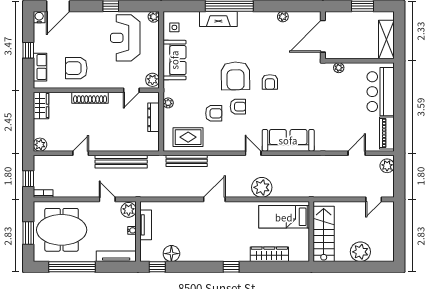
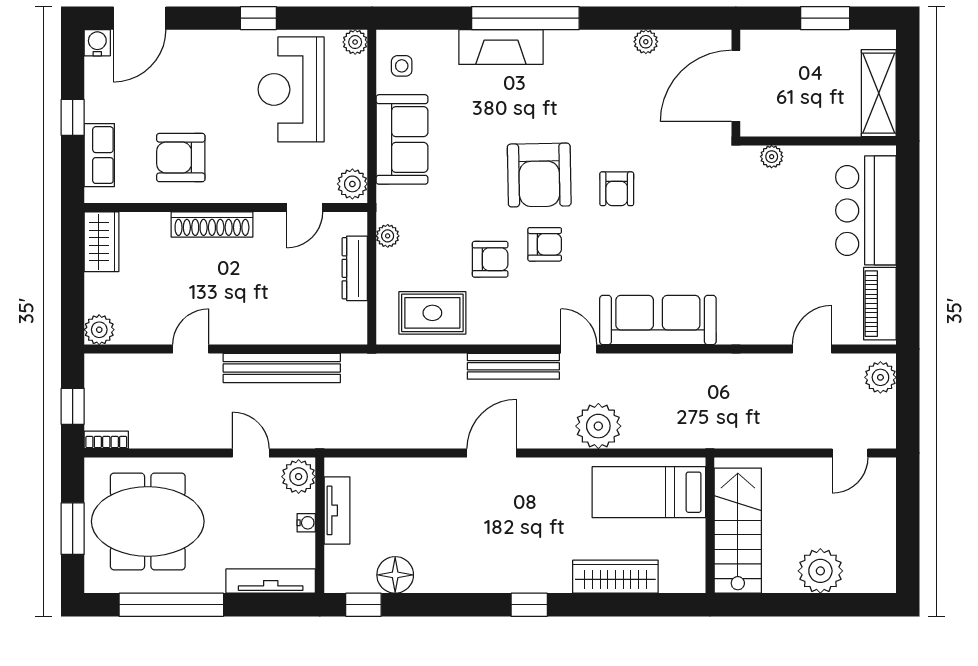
bench: (187, 161) -> (513, 366), moved

